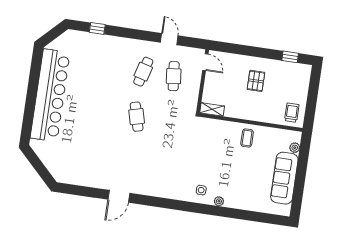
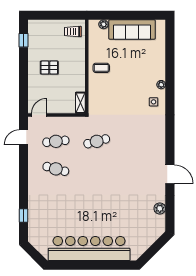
door: (169, 39) -> (24, 137), moved
cafe table: (137, 117) -> (97, 141), moved
plant: (83, 180) -> (160, 208), added

